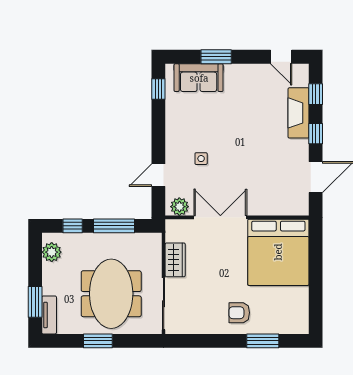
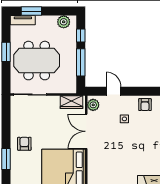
armchair: (179, 127) -> (145, 105), added
double door: (220, 217) -> (86, 131), swing flipped
wardrobe: (175, 260) -> (71, 102), moved

